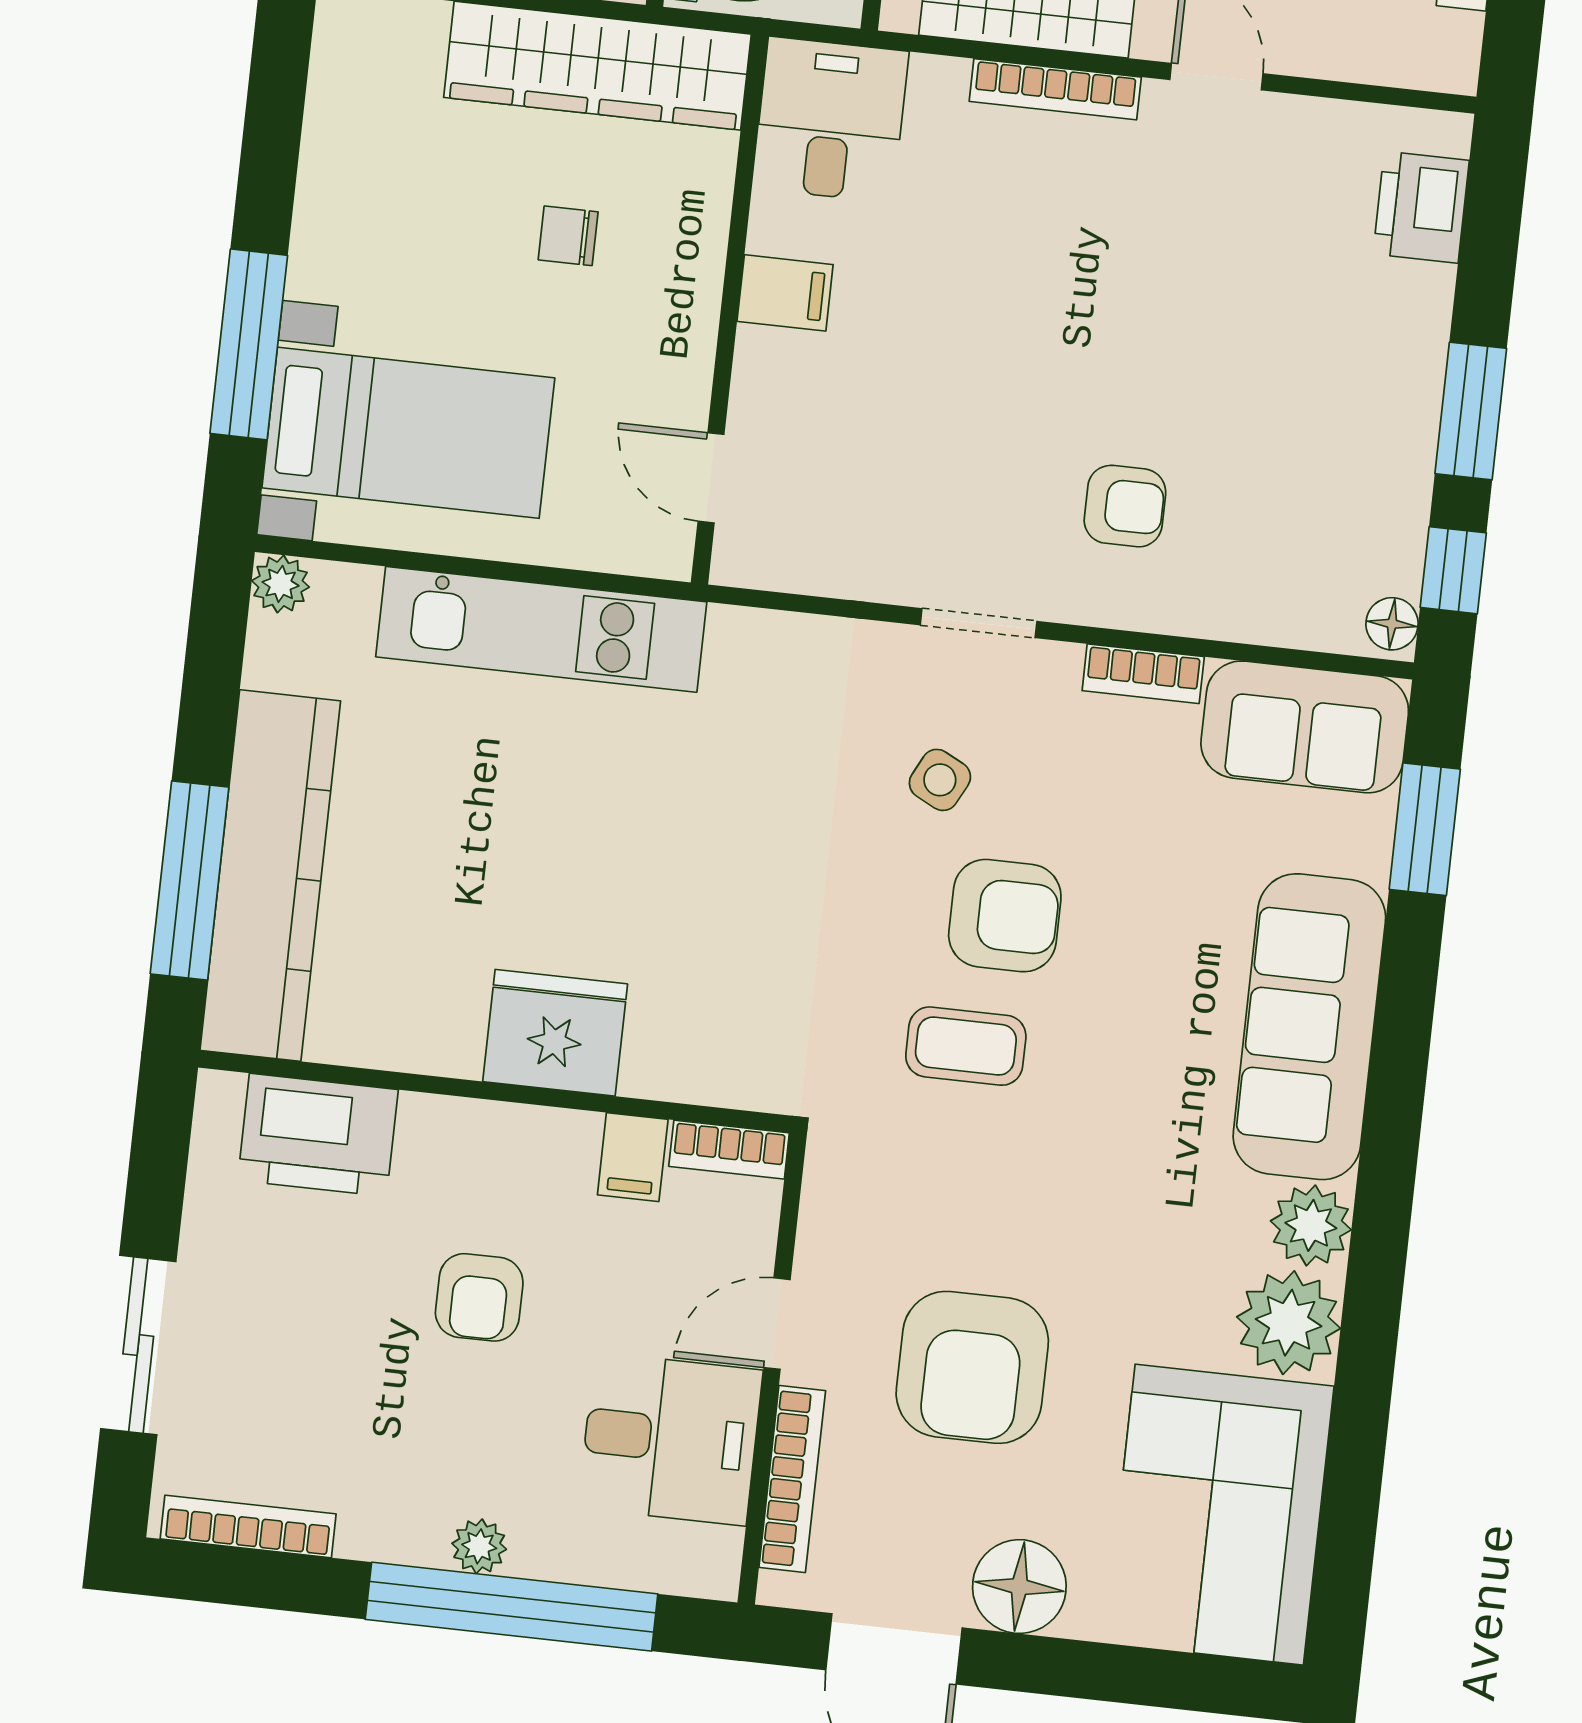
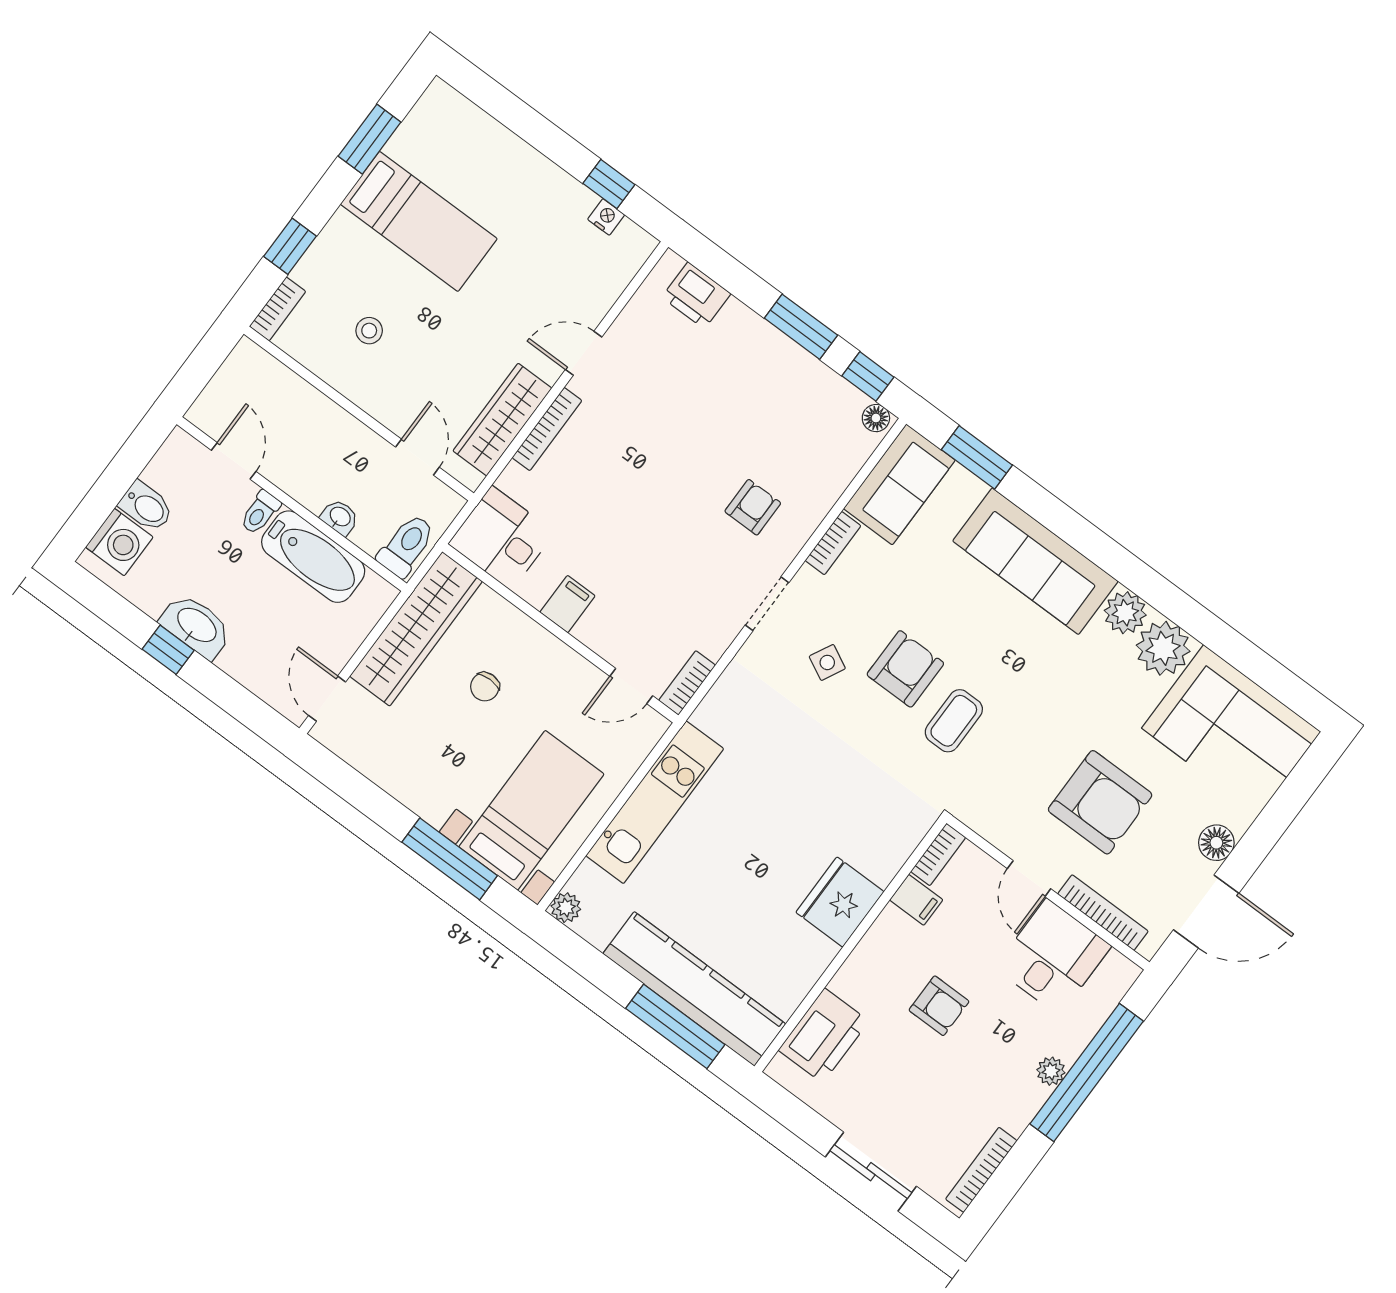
bookcase: (770, 567) -> (687, 683), added
floor lamp: (1019, 1587) -> (1216, 843), width x0.73, depth x0.73

